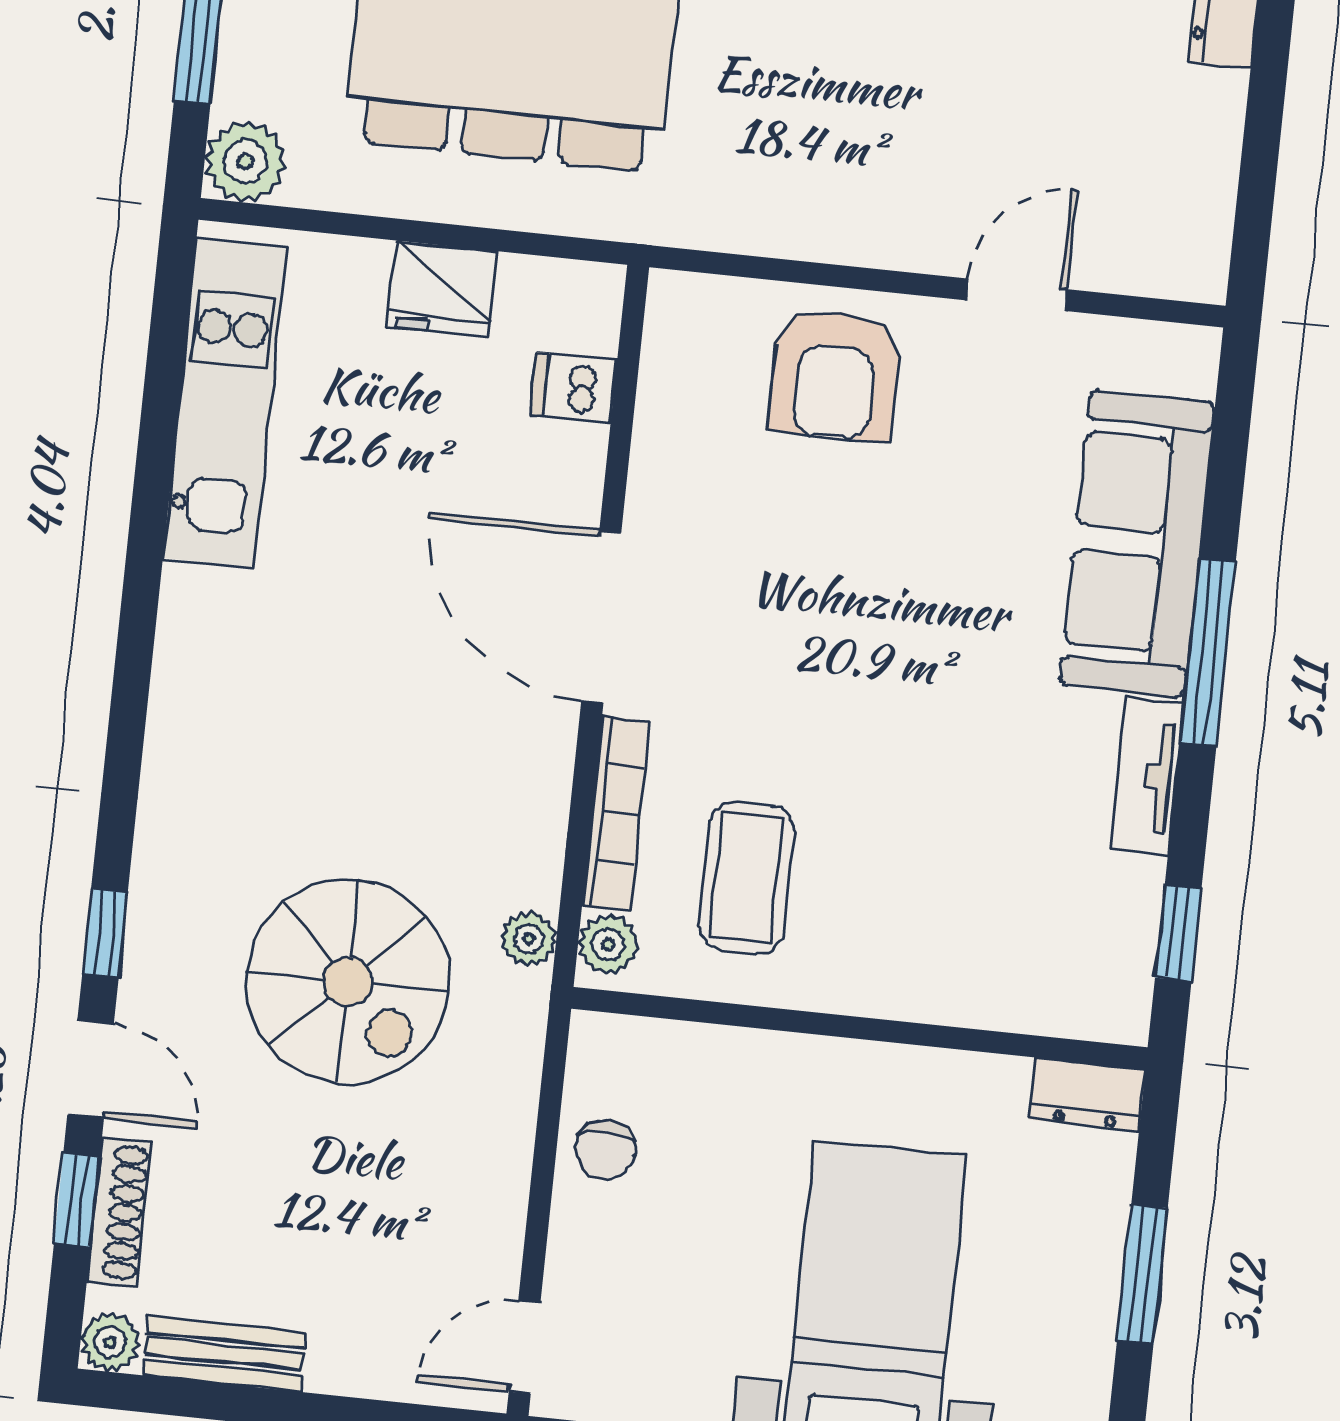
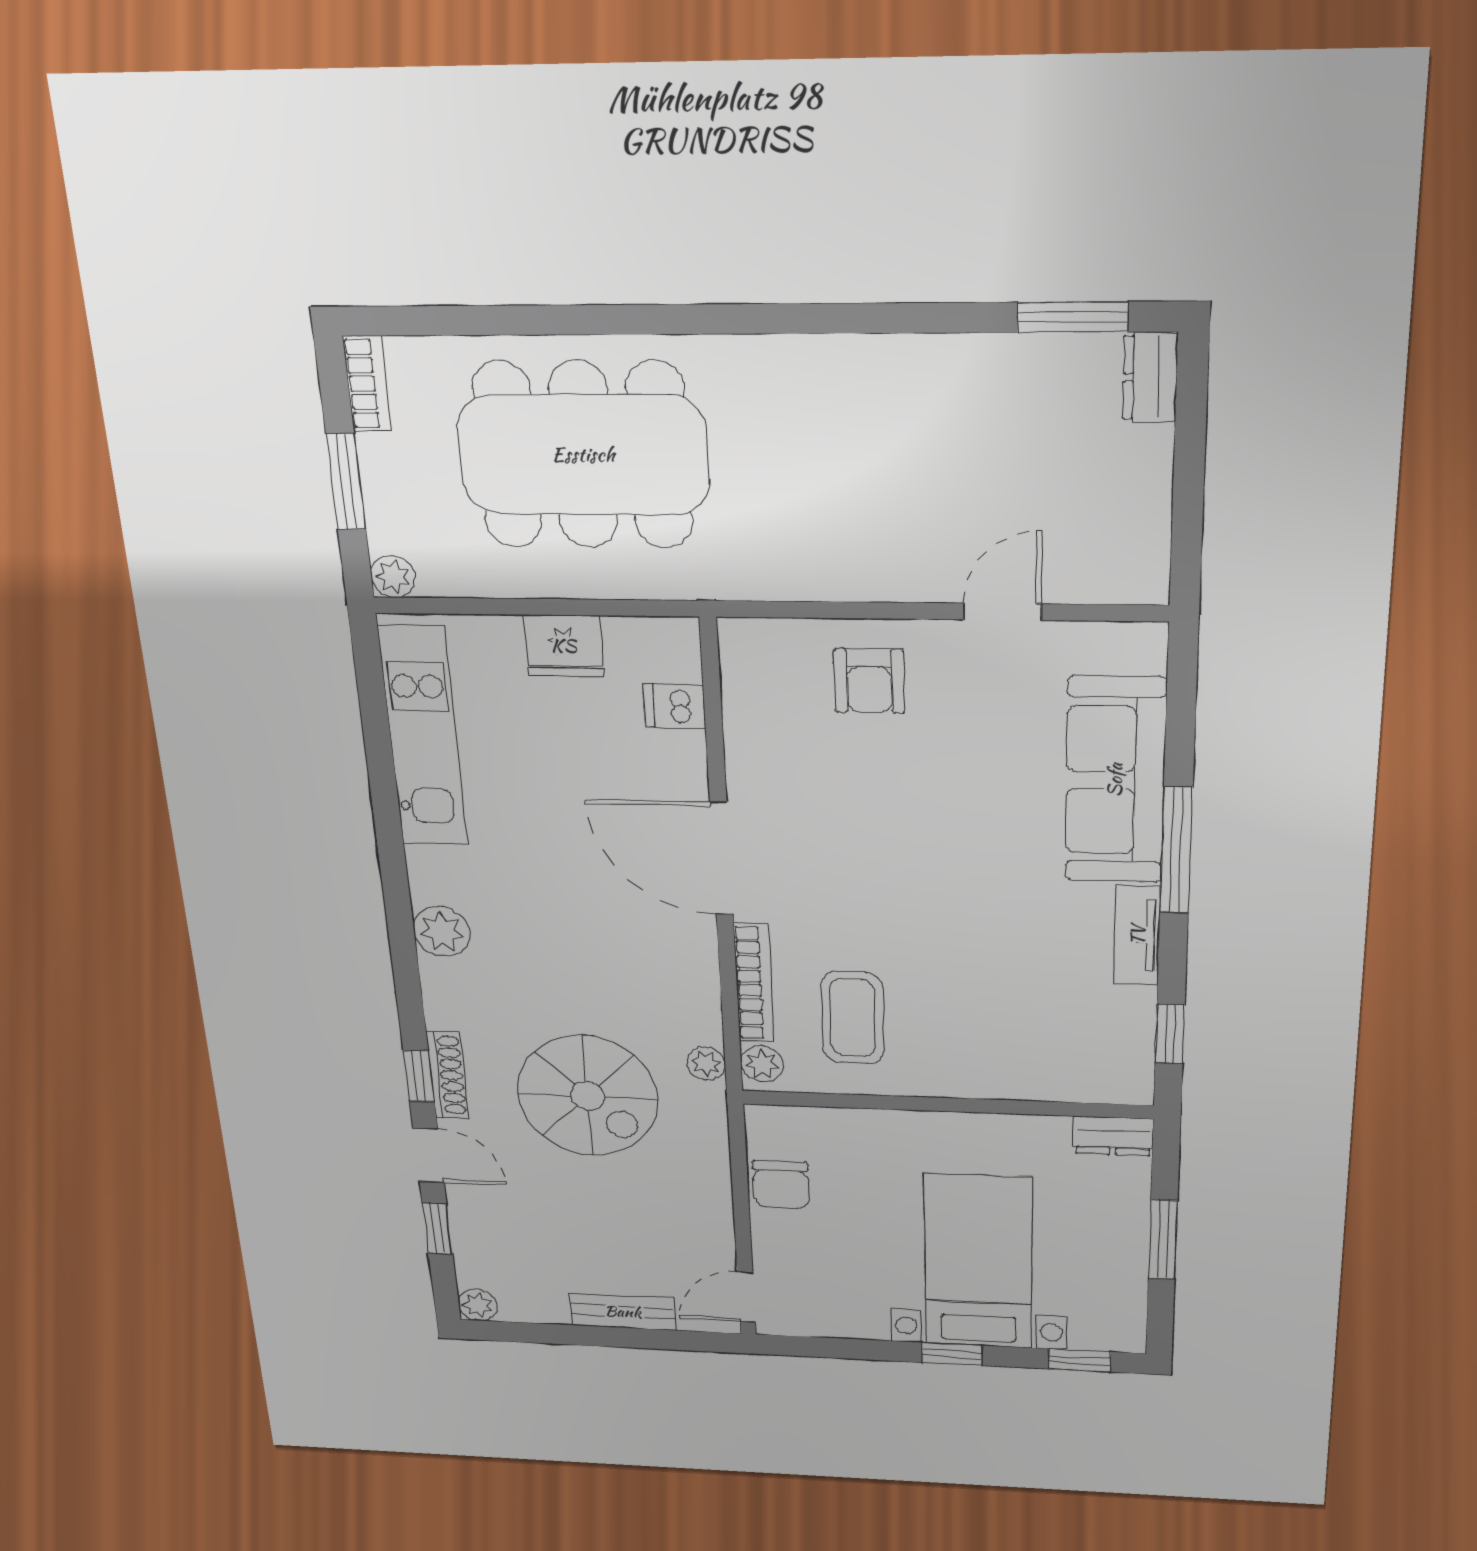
plant: (245, 162) -> (393, 577), width x0.73, depth x0.73
armchair: (835, 375) -> (869, 681), width x0.72, depth x0.72
plant: (188, 700) -> (442, 932), added
chair: (606, 1150) -> (781, 1185), width x1.37, depth x1.37
shoe rack: (119, 1212) -> (448, 1075), moved
bench: (224, 1354) -> (623, 1312), moved

